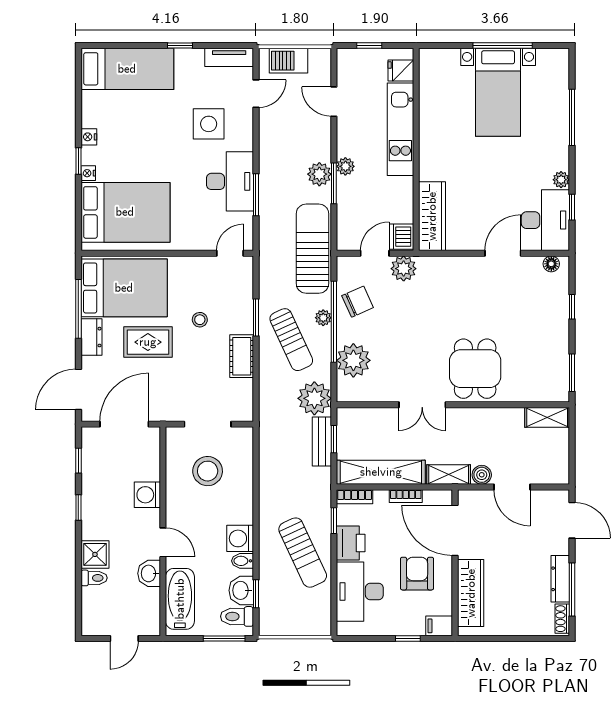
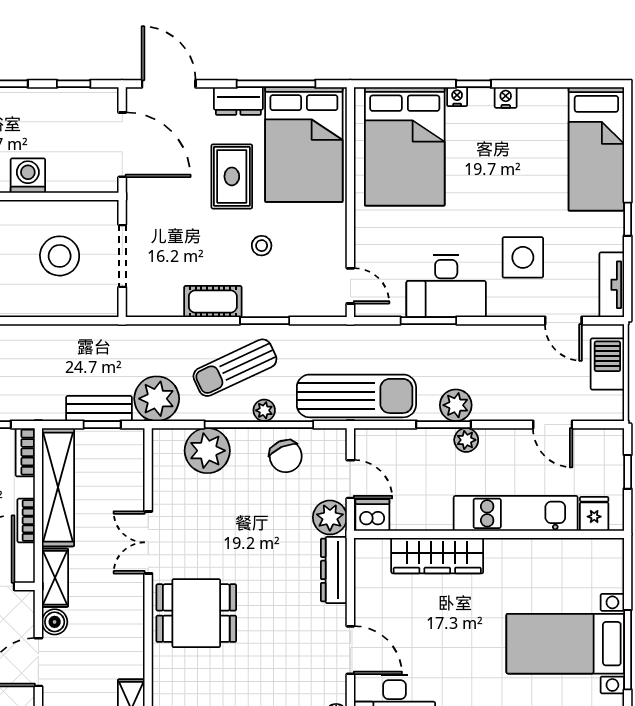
door: (334, 102) -> (553, 425), swing flipped
wardrobe: (432, 216) -> (437, 556), moved
dresser: (443, 265) -> (334, 570), added

